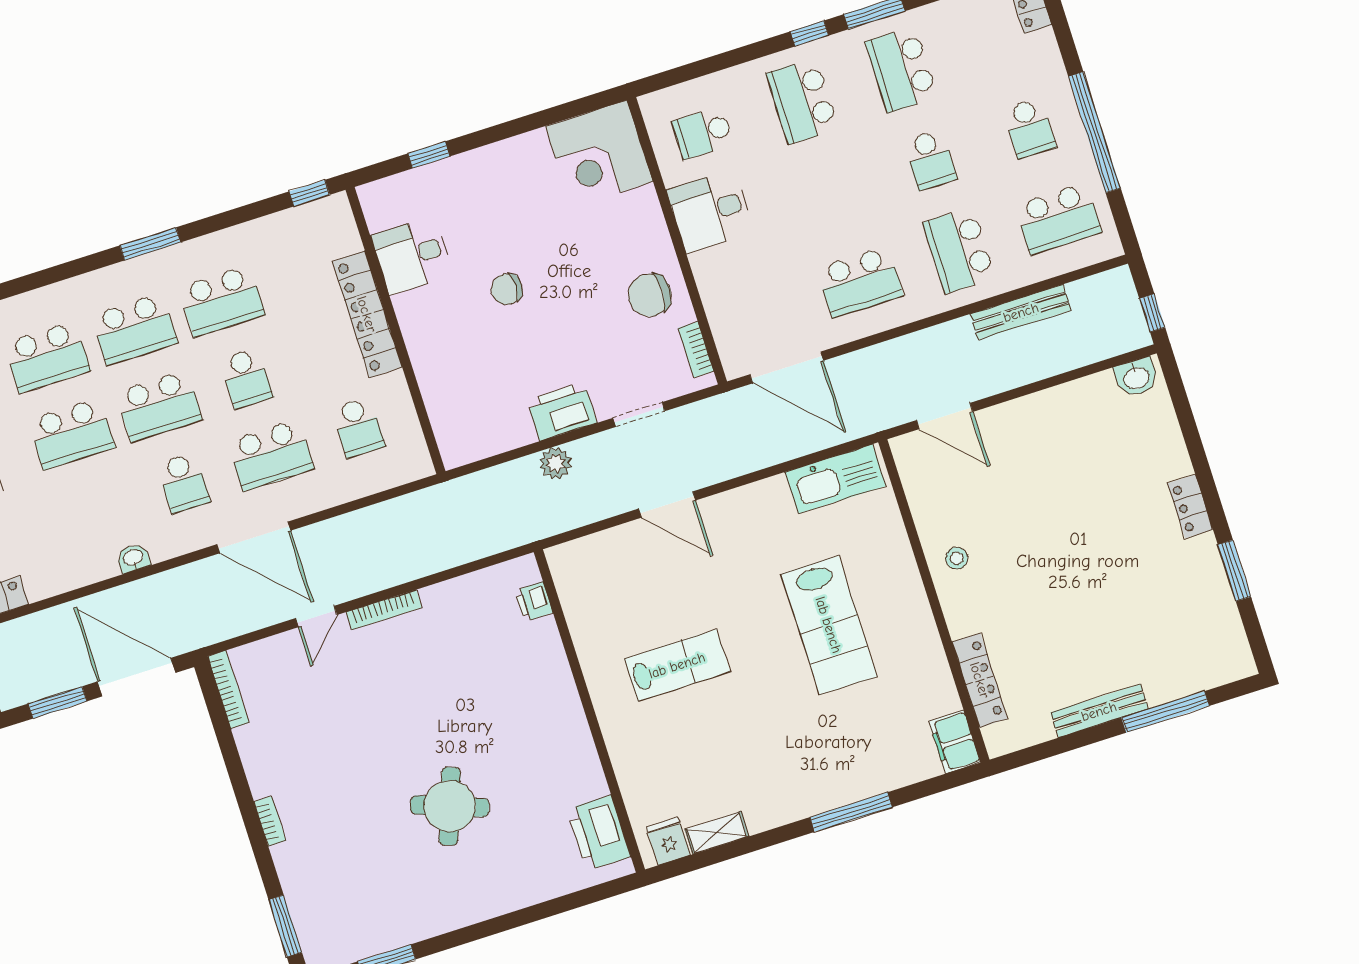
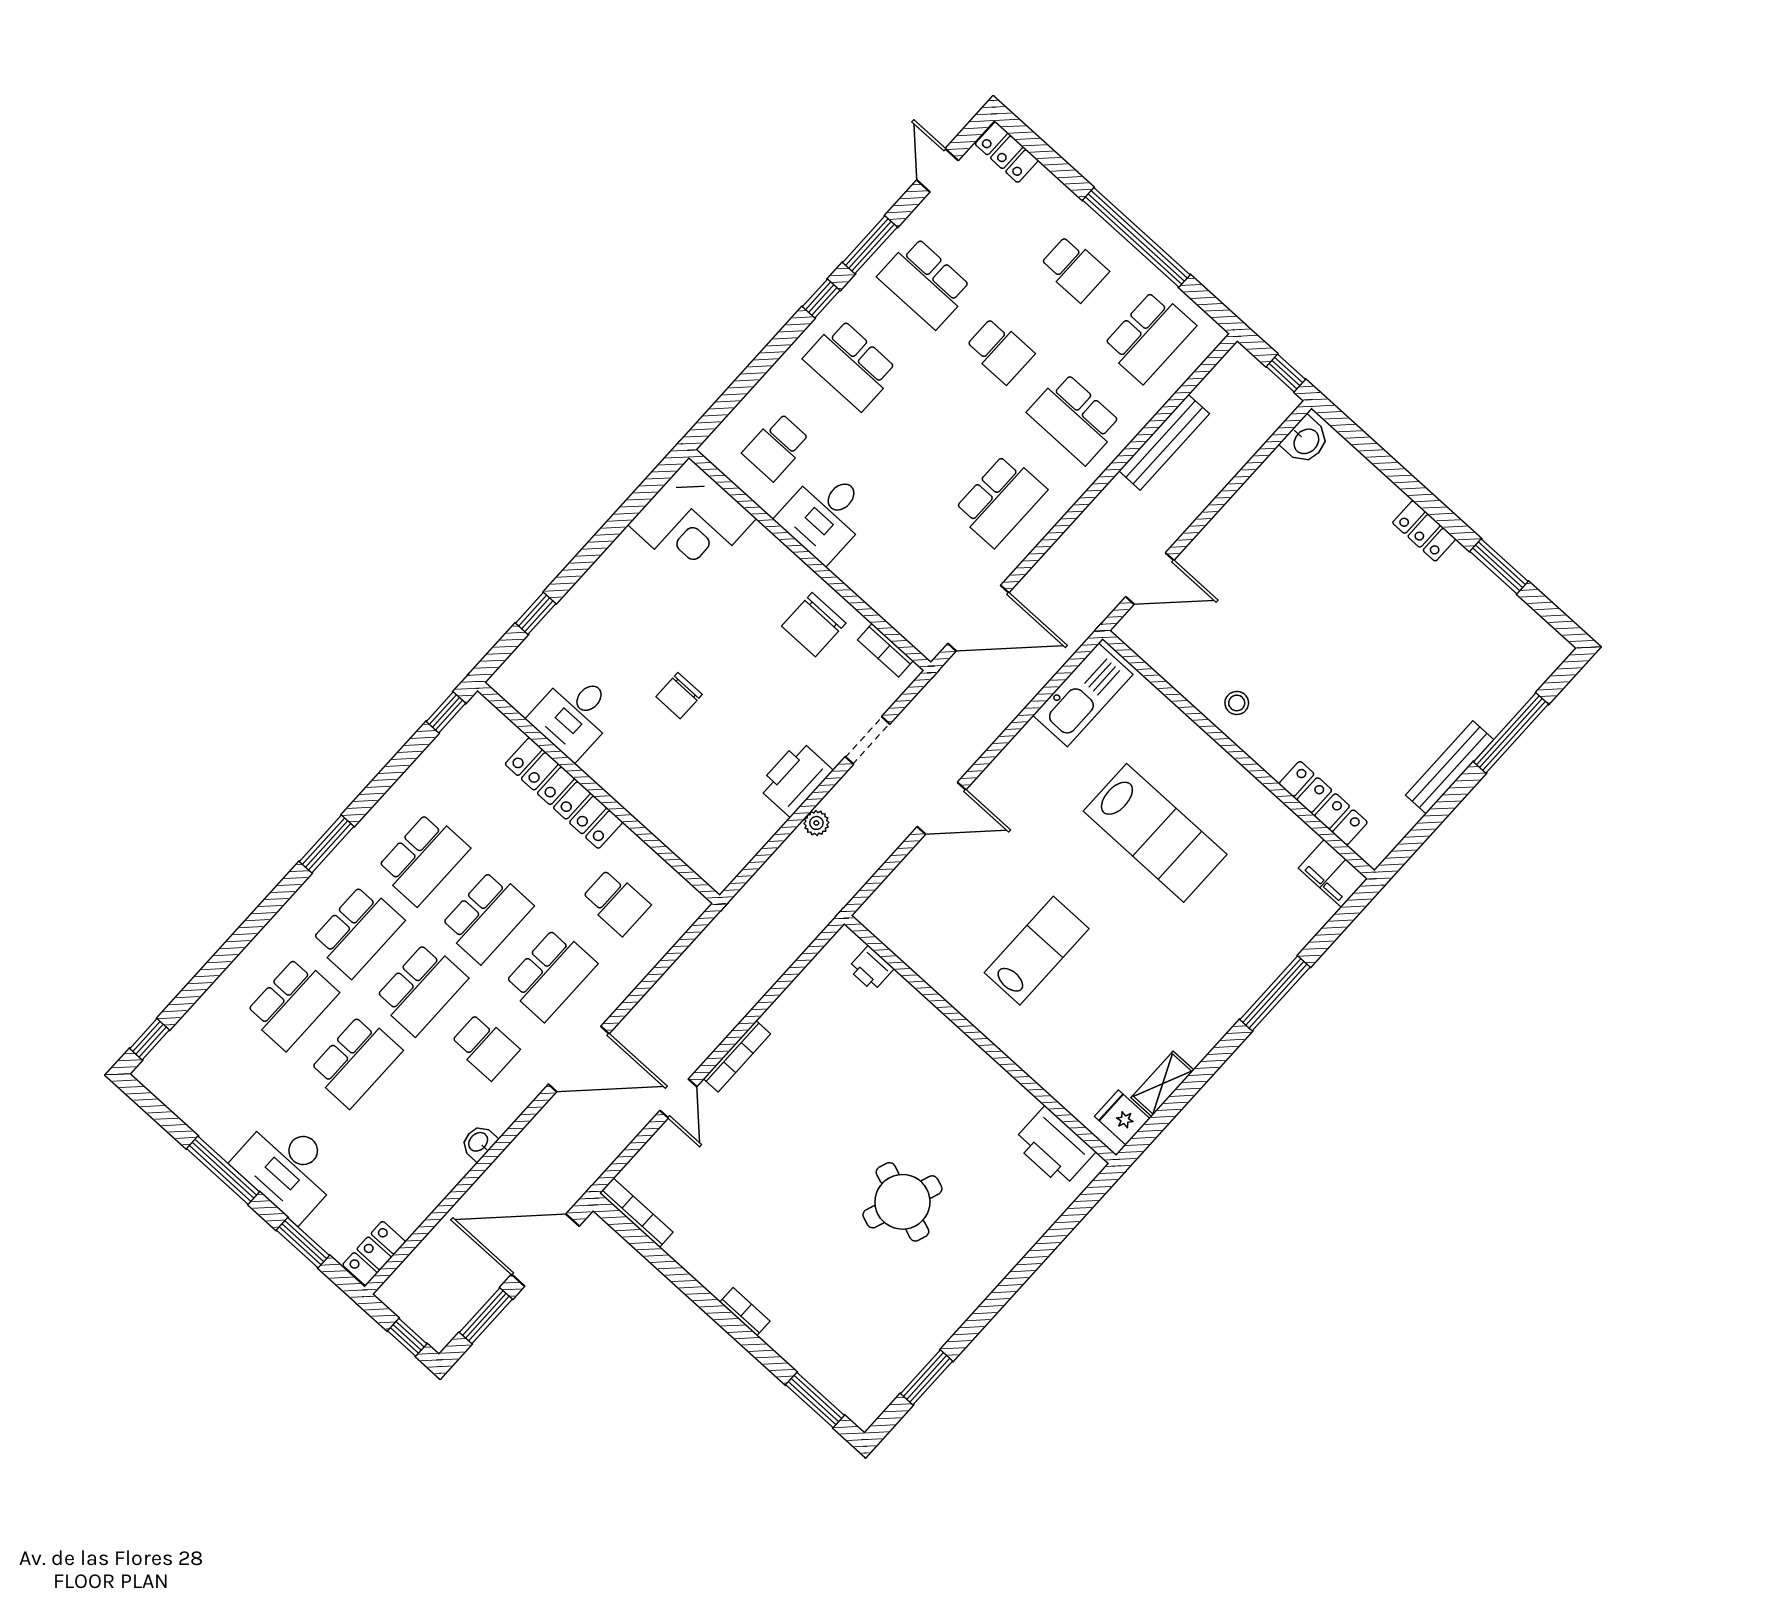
school desk: (246, 378) -> (487, 916), width x1.85
plant: (556, 463) -> (816, 823), width x0.73, depth x0.73

